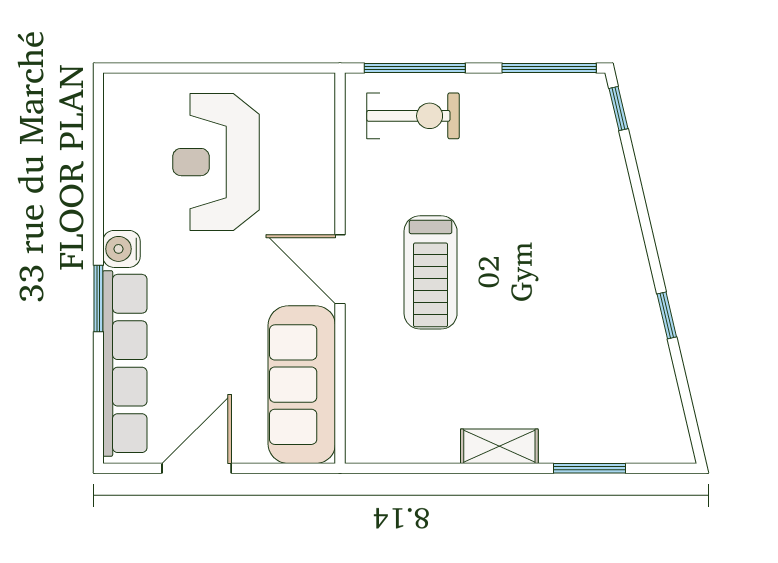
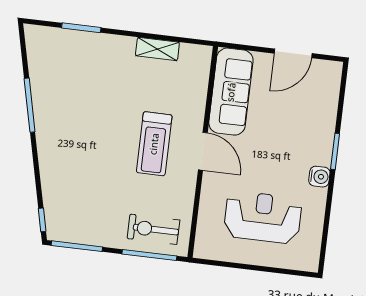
reception desk: (216, 162) -> (263, 217), turned -90
treadmill: (431, 272) -> (154, 144), turned 180
window: (667, 315) -> (30, 105), width x2.17
row of seats: (125, 363) -> (325, 115), removed
shelving: (499, 446) -> (157, 49), moved

